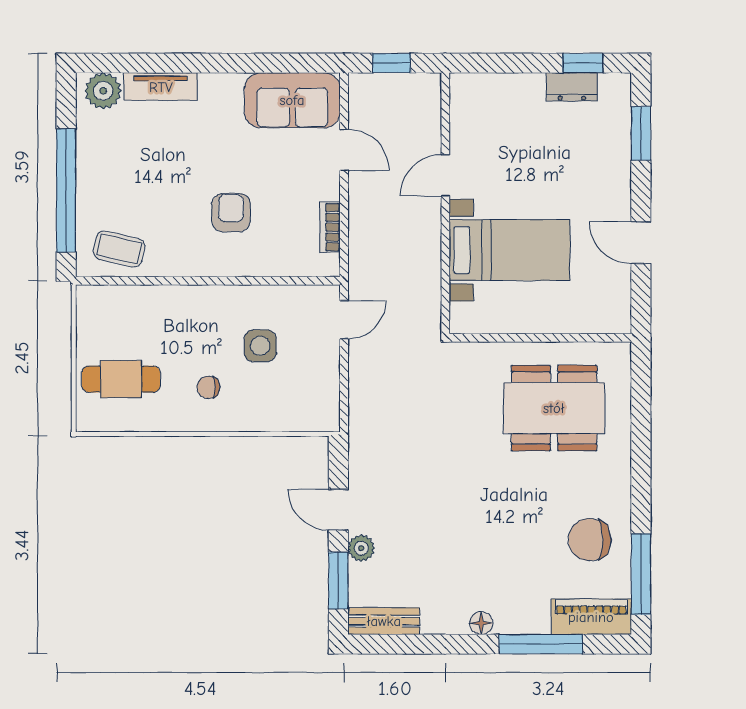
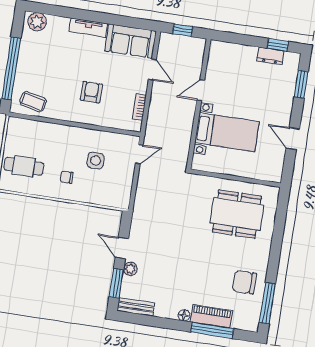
tv unit: (161, 87) -> (88, 27), moved
piano: (591, 617) -> (211, 316), moved

